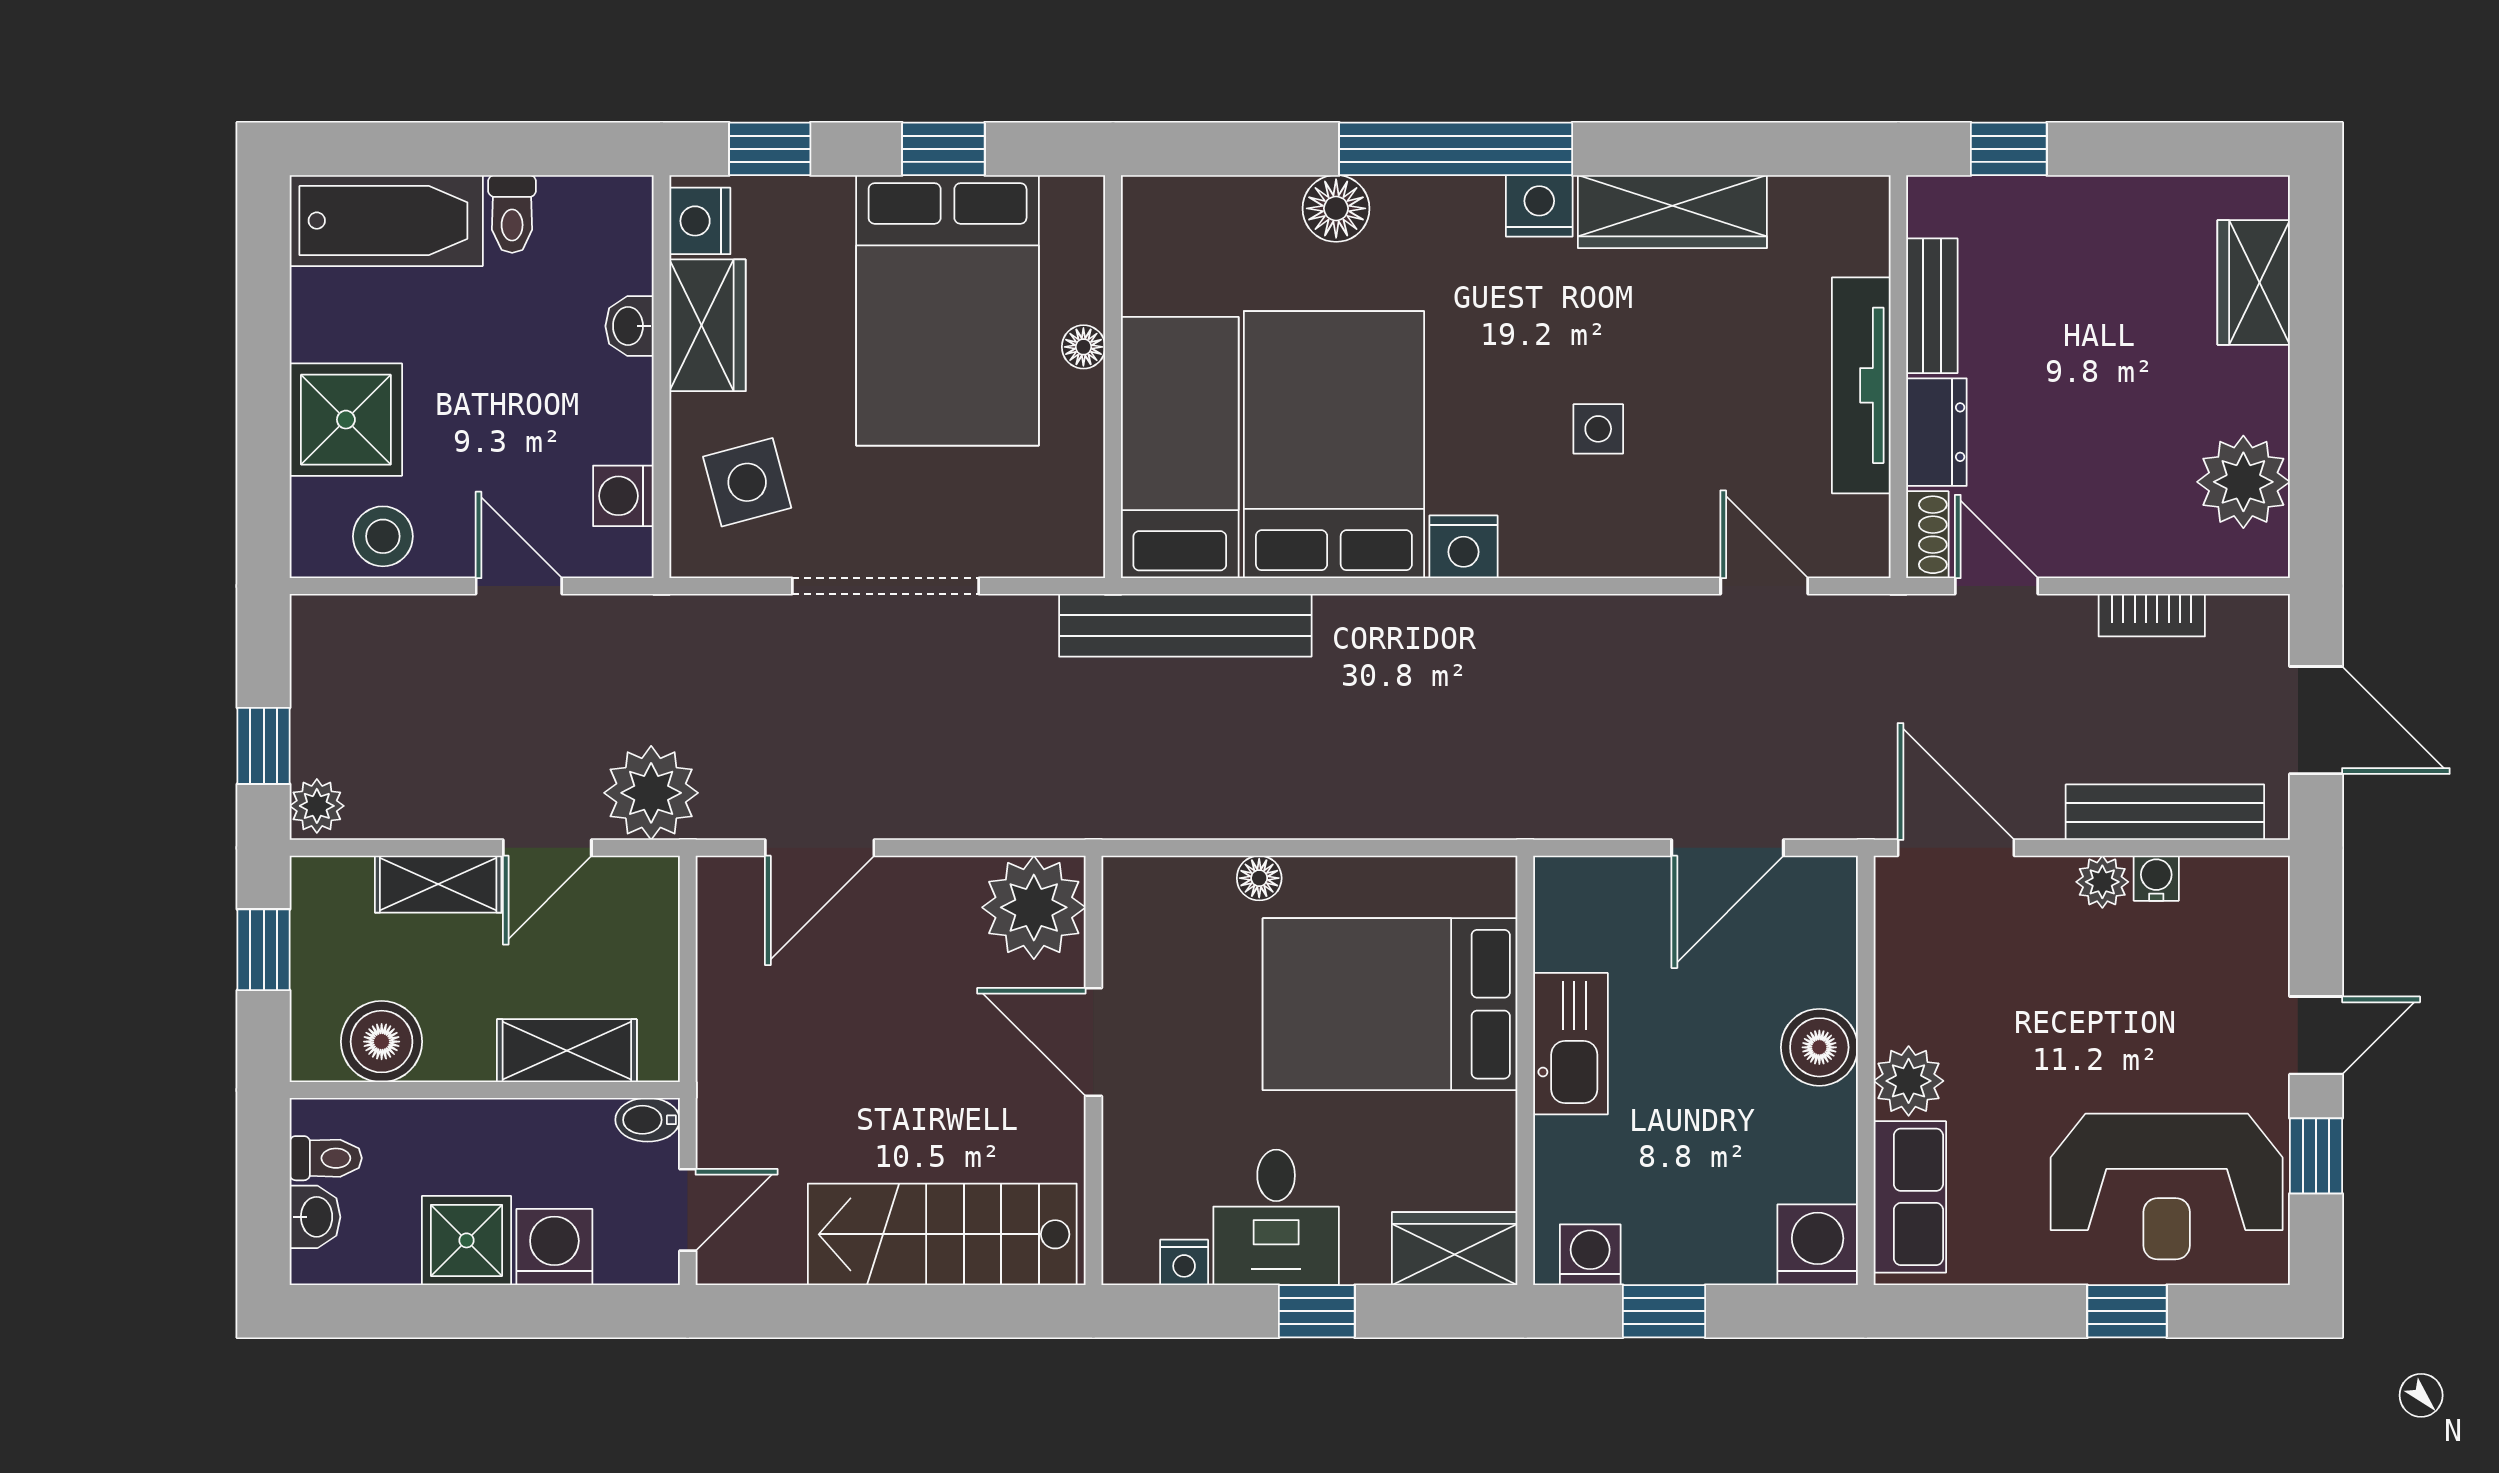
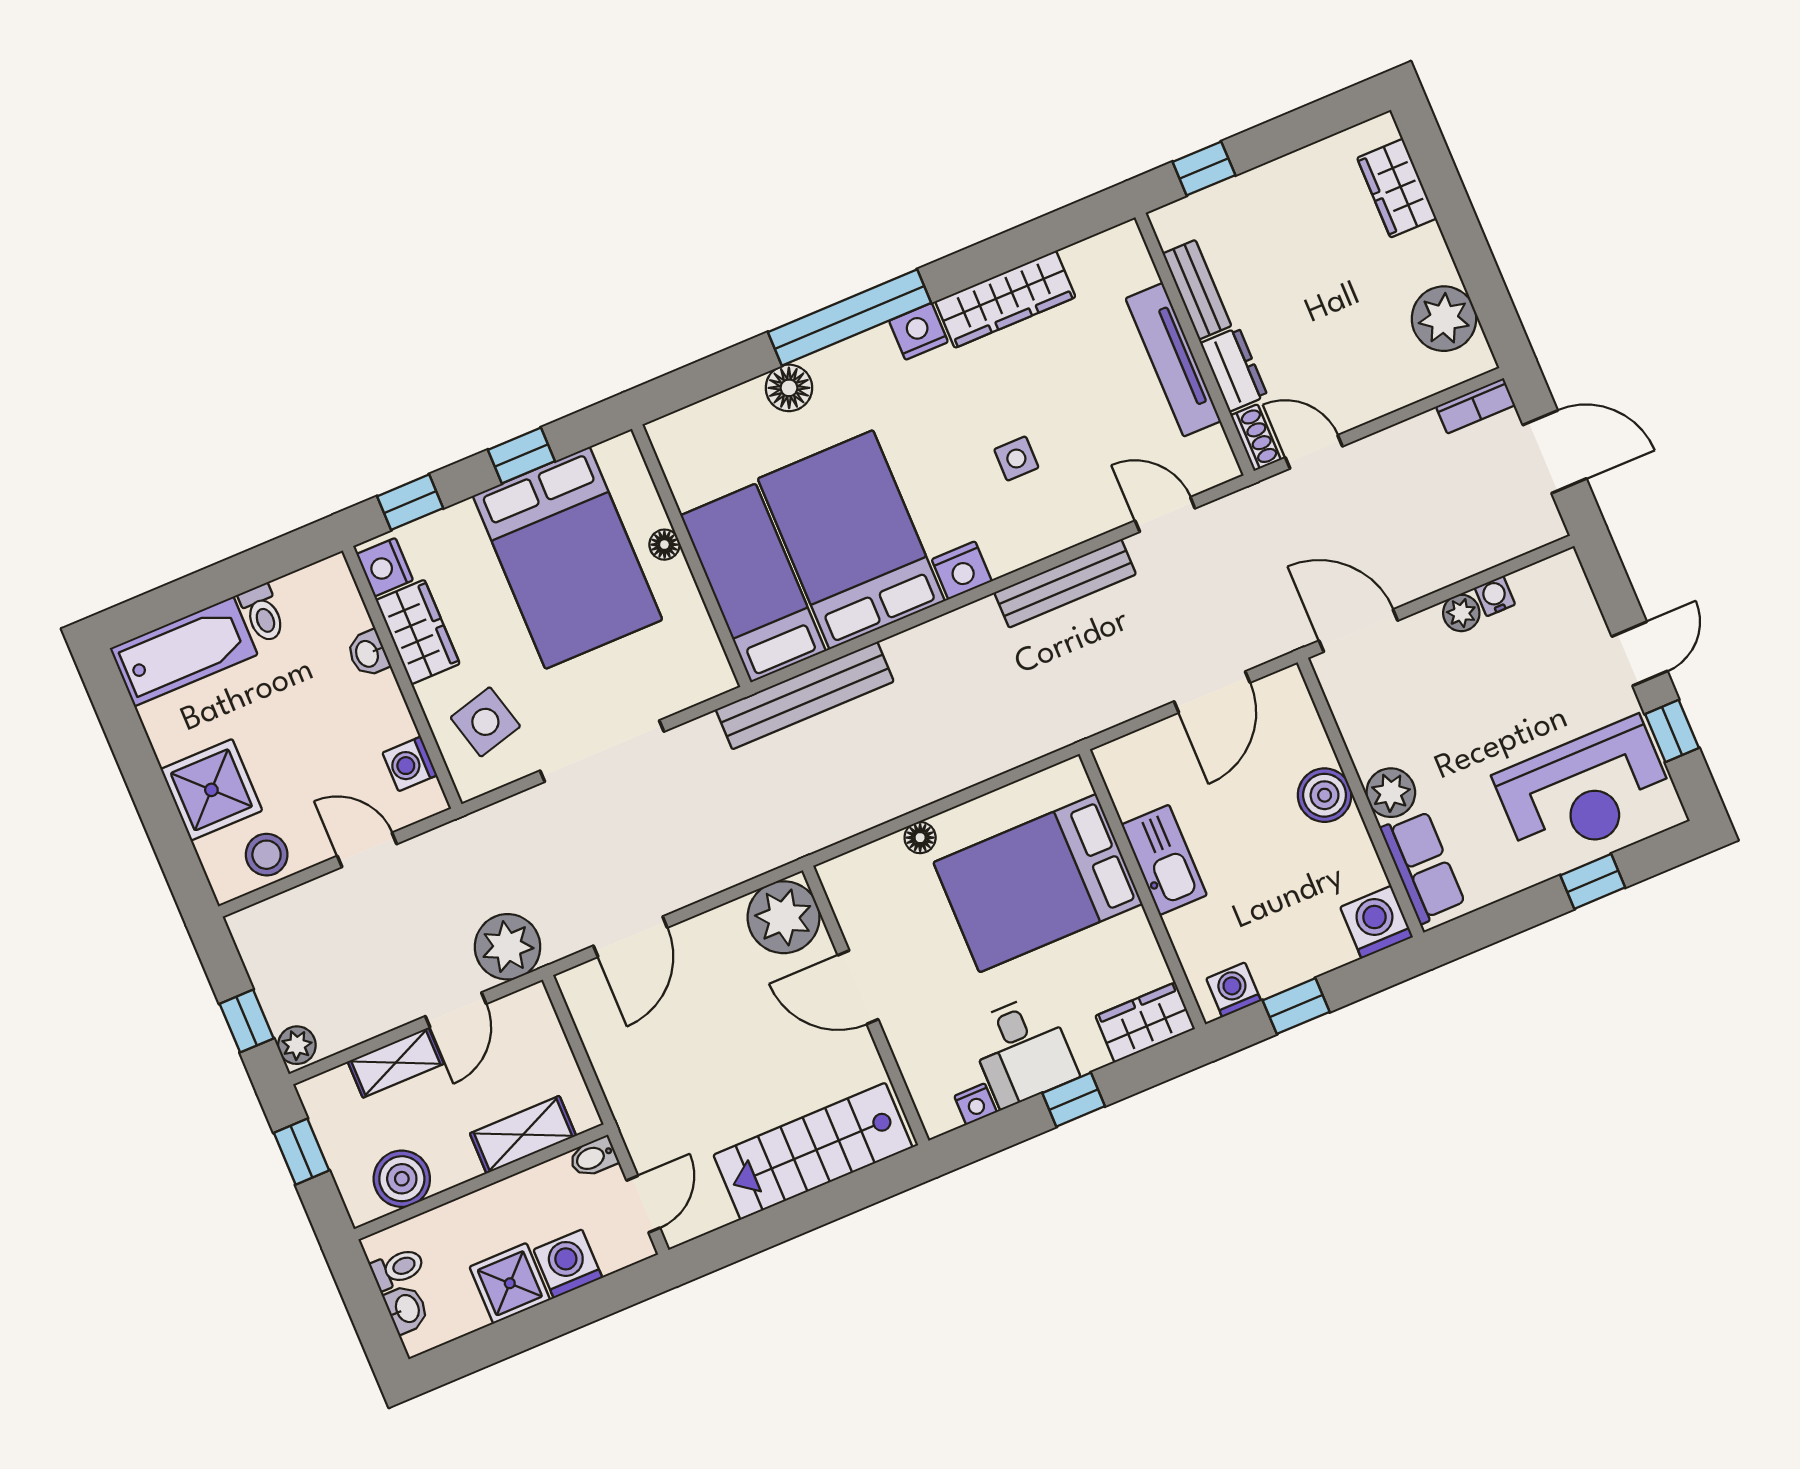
bookcase: (2152, 615) -> (1476, 406), moved
bench: (2165, 812) -> (1065, 583), moved

